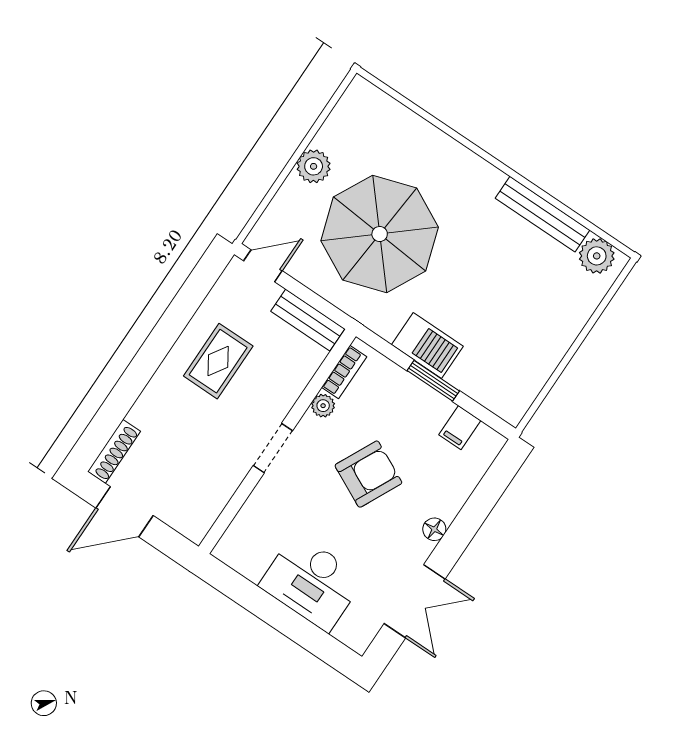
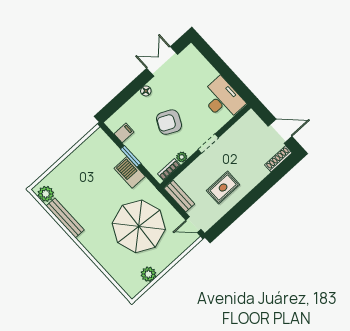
plant: (314, 166) -> (148, 274), moved
desk: (312, 582) -> (222, 99), moved

